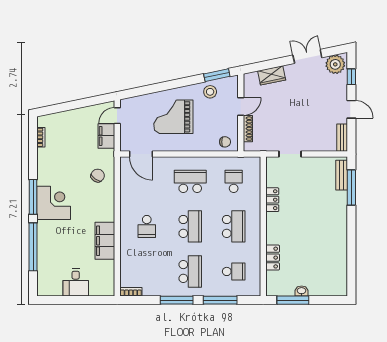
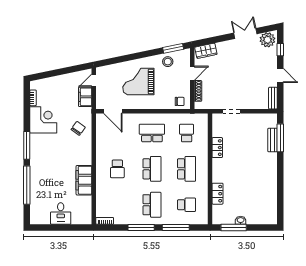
wardrobe: (272, 75) -> (206, 51), moved
bench: (342, 175) -> (273, 140), moved
corner desk: (54, 203) -> (43, 120), moved

